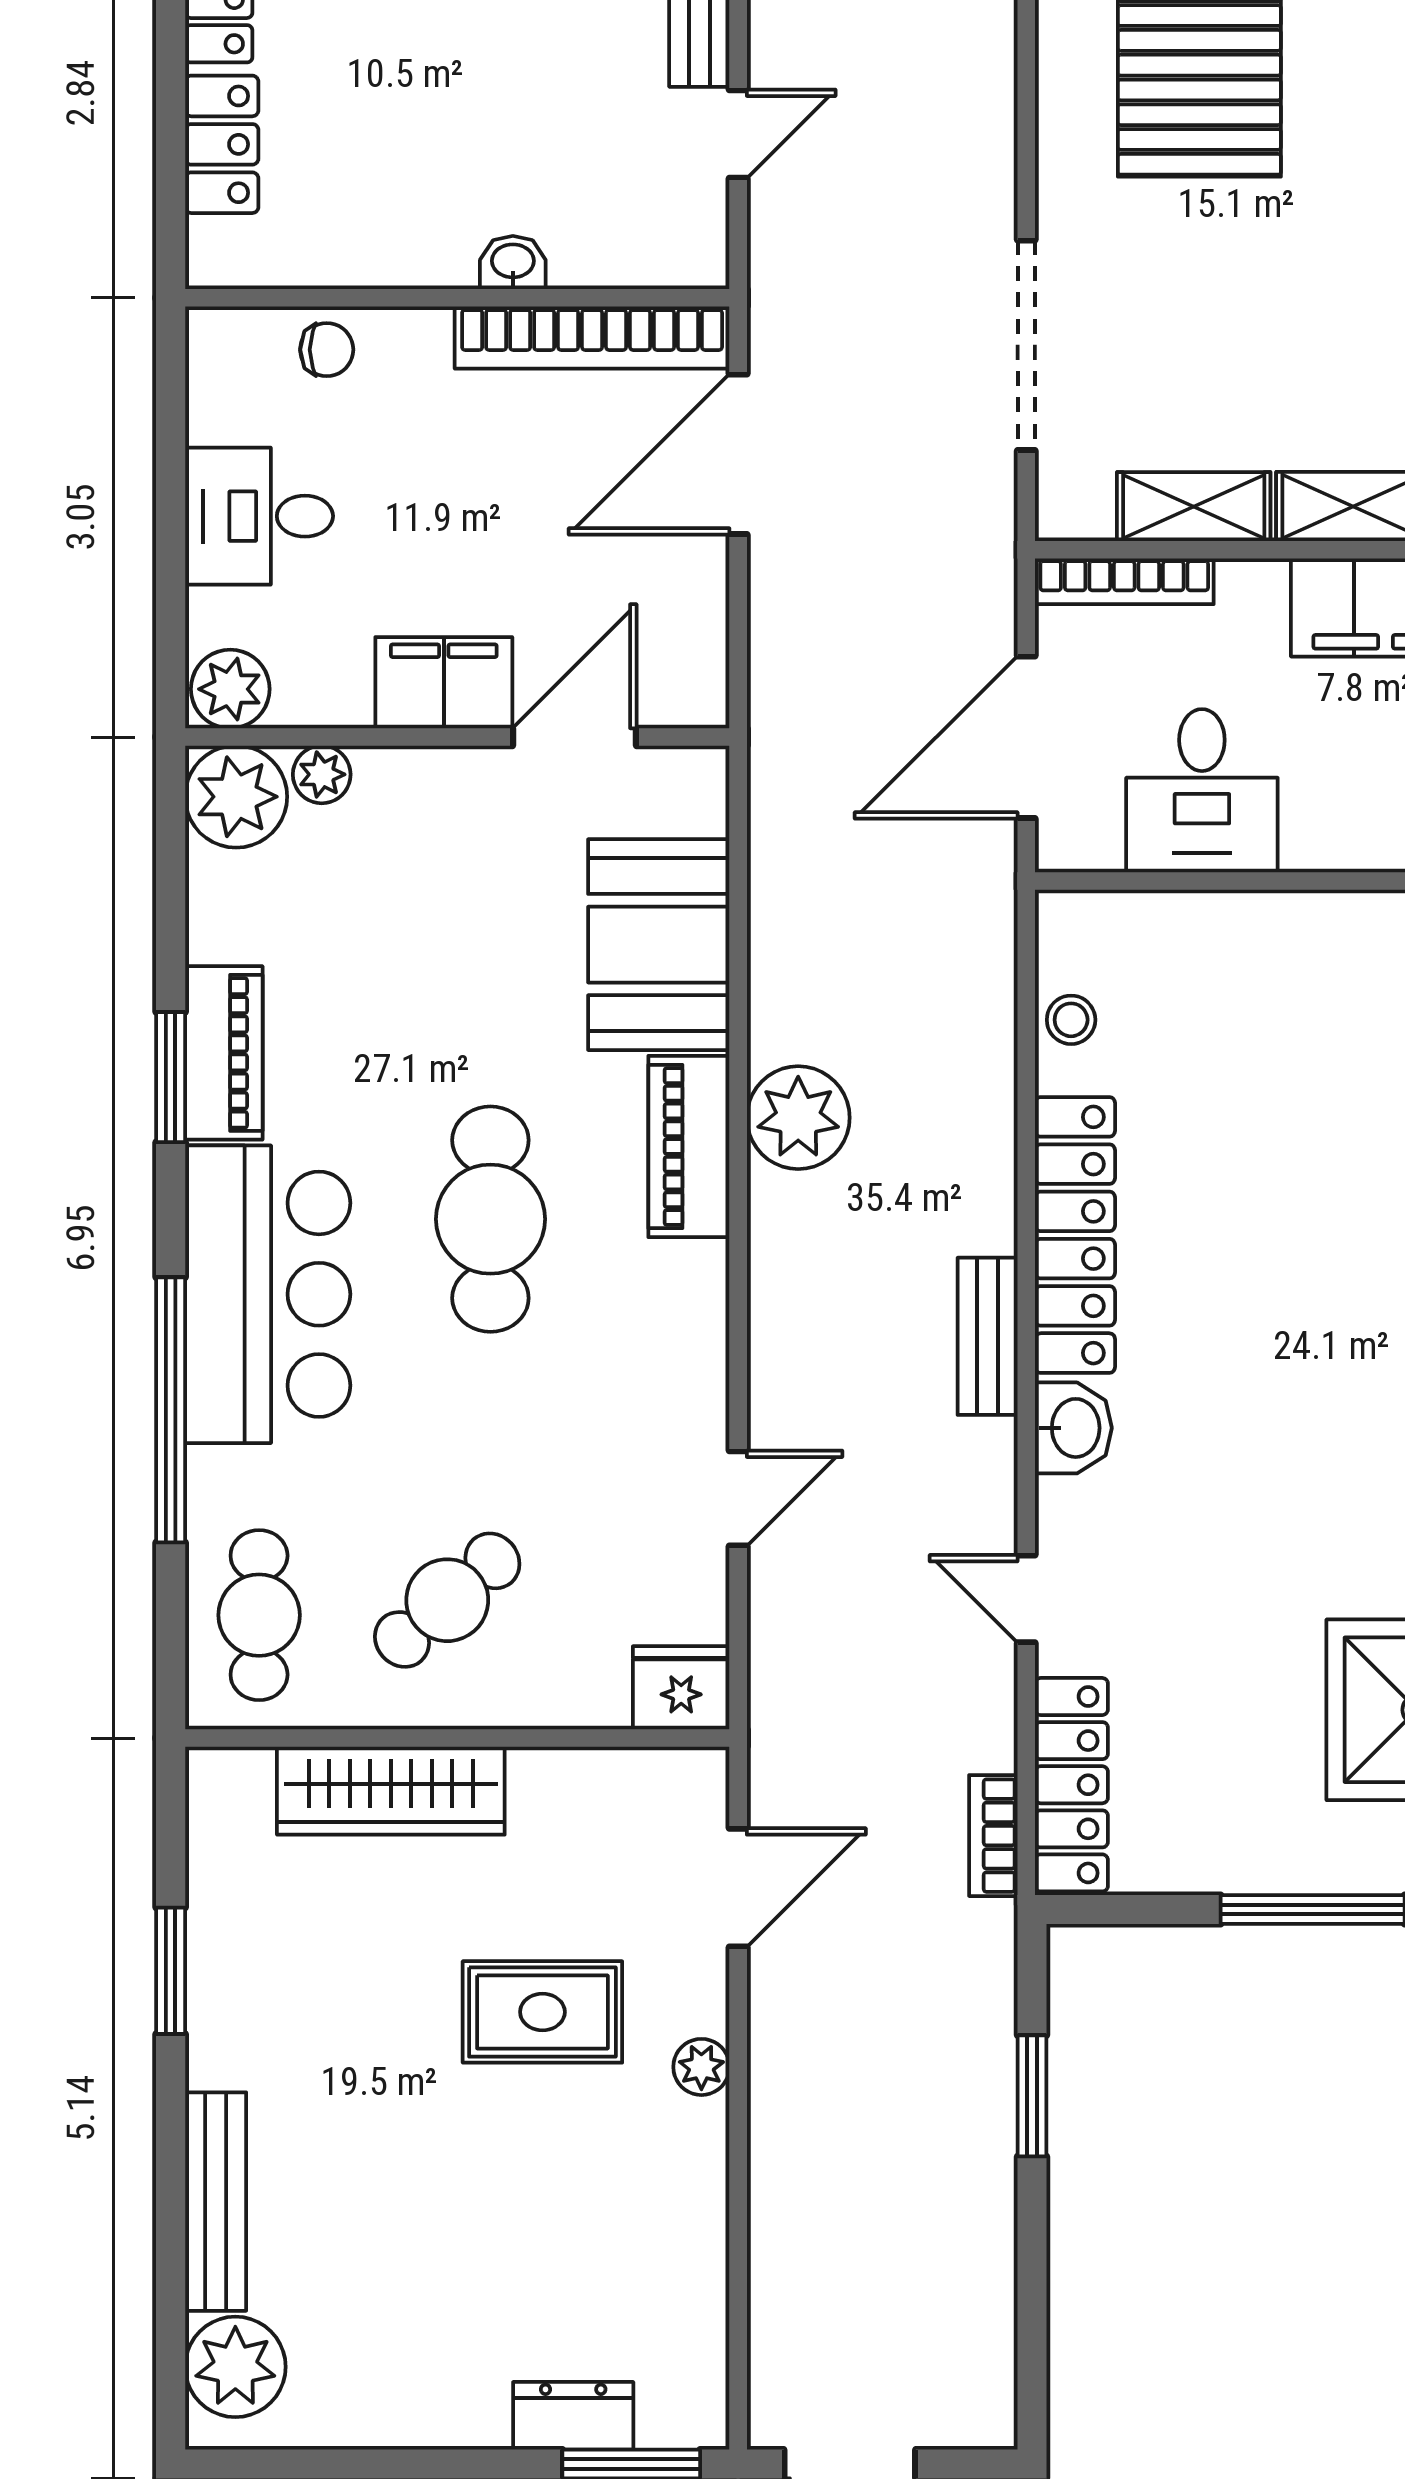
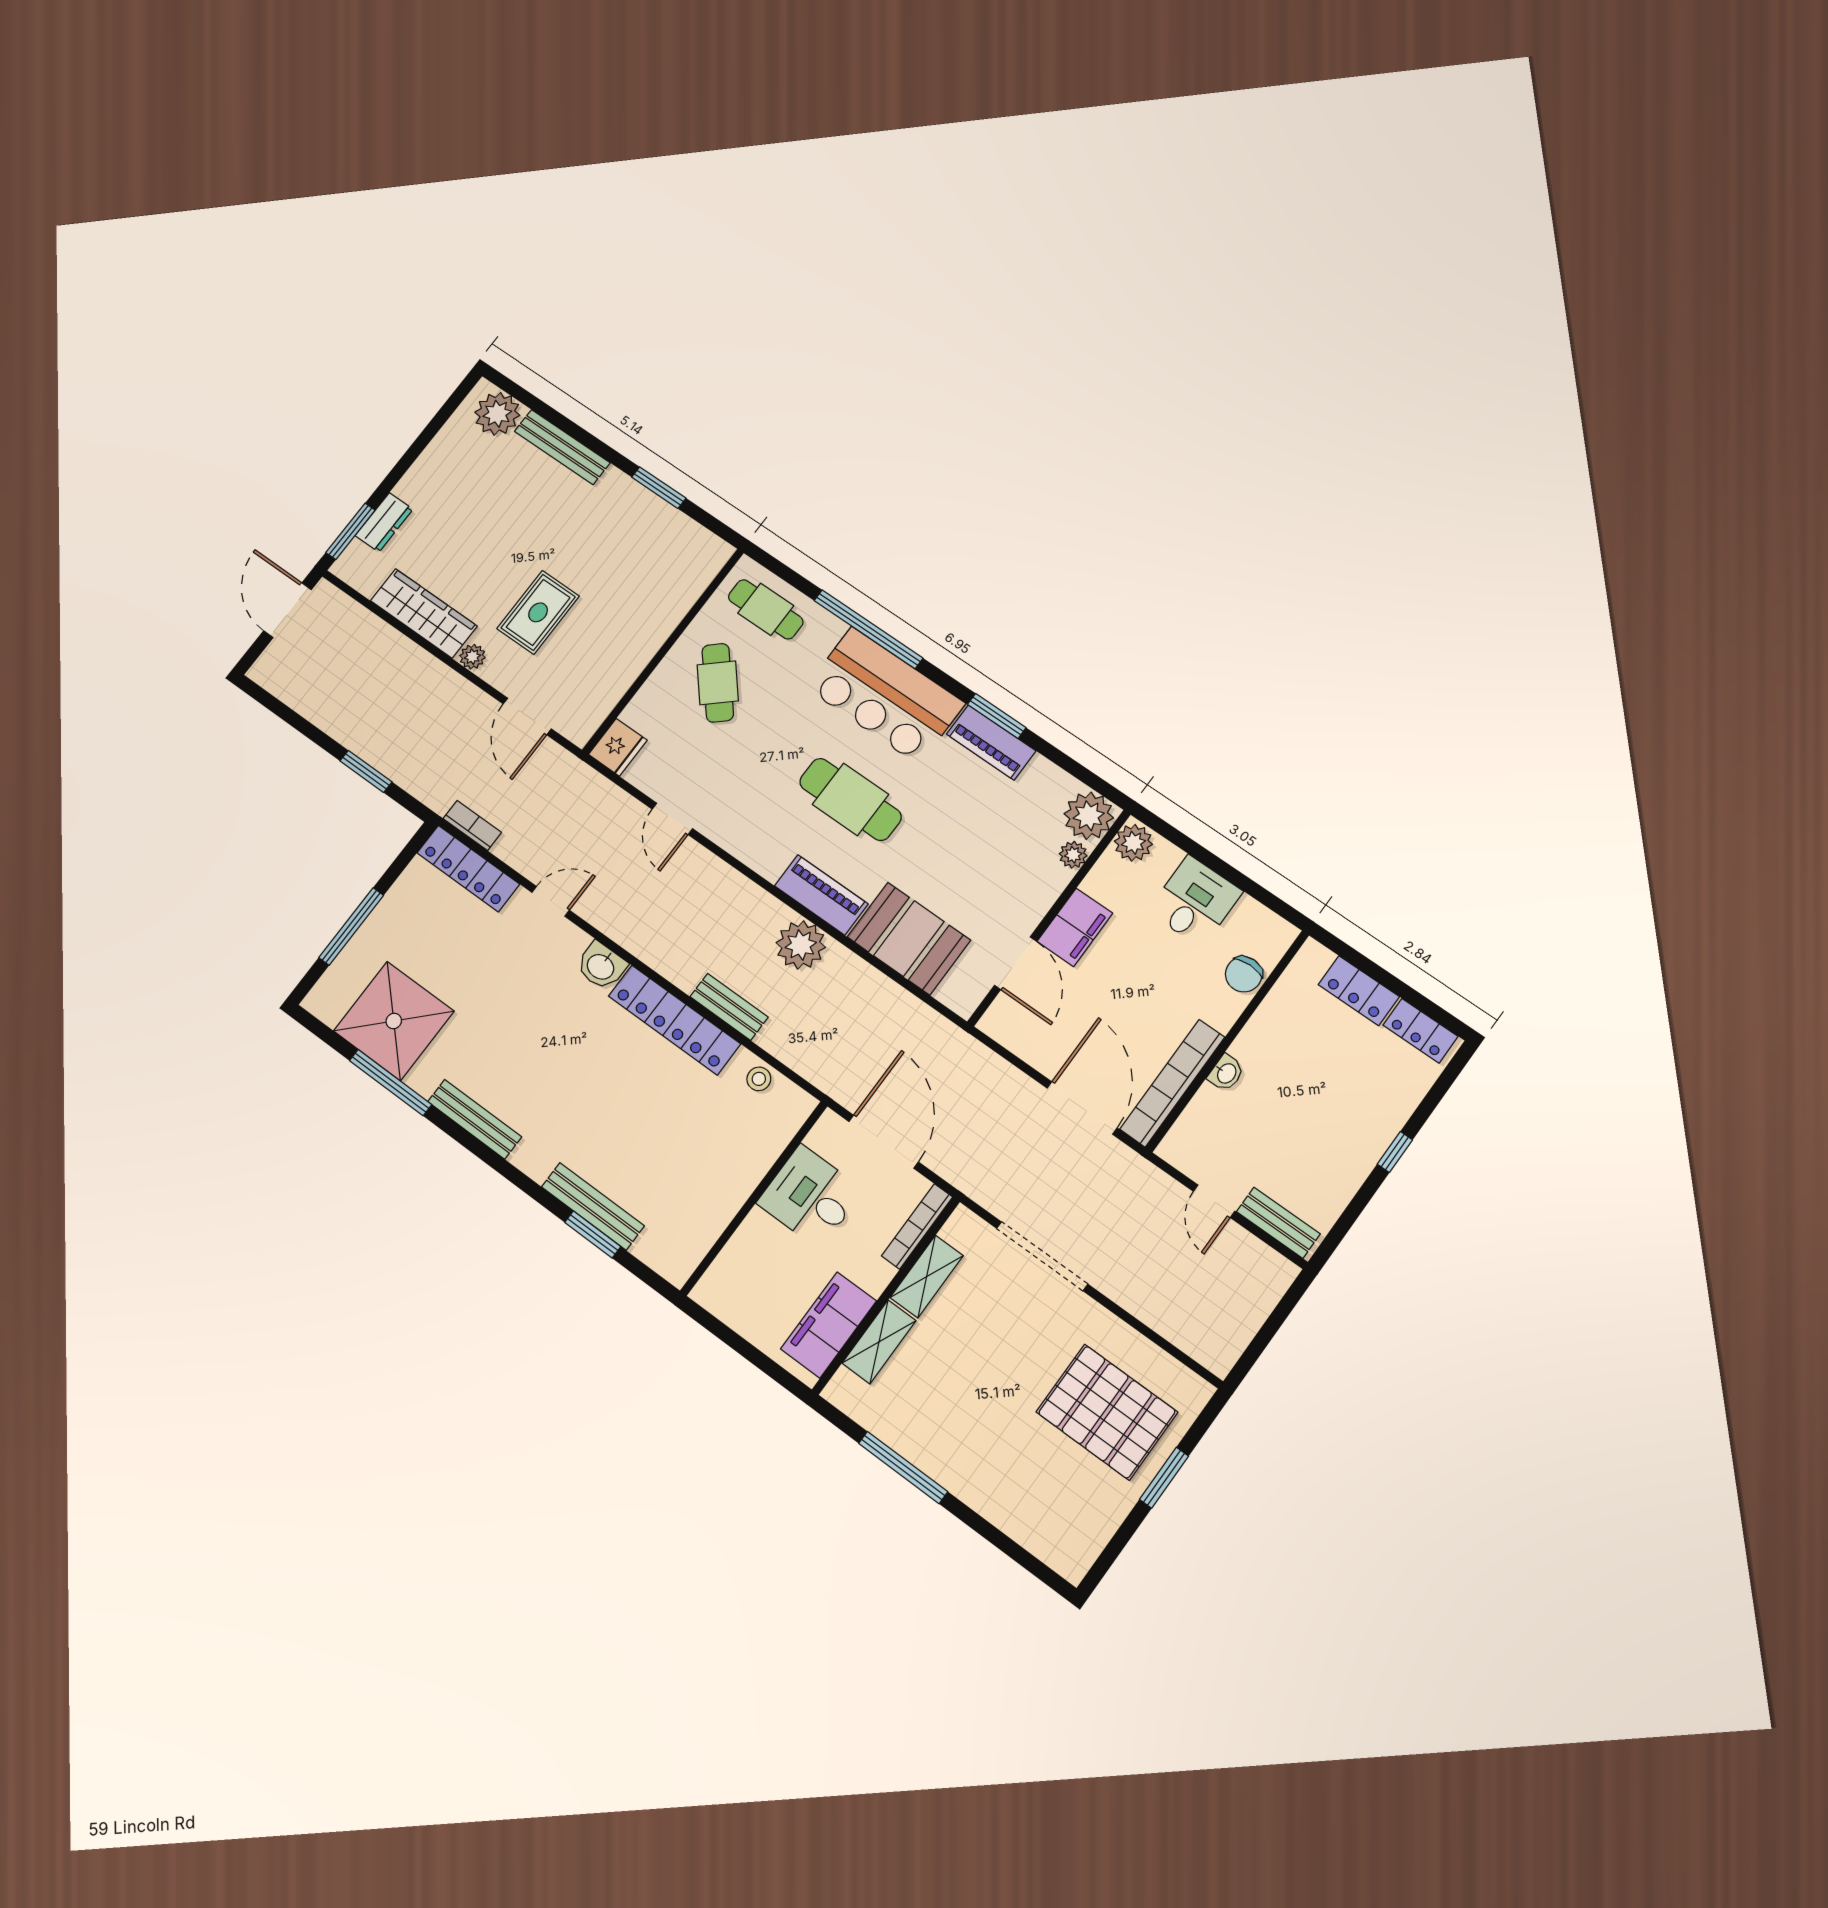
chair: (327, 350) -> (1244, 974), width x1.37, depth x1.37
bench: (988, 1336) -> (729, 1007), moved
wardrobe: (391, 1791) -> (424, 613), moved, turned 90

